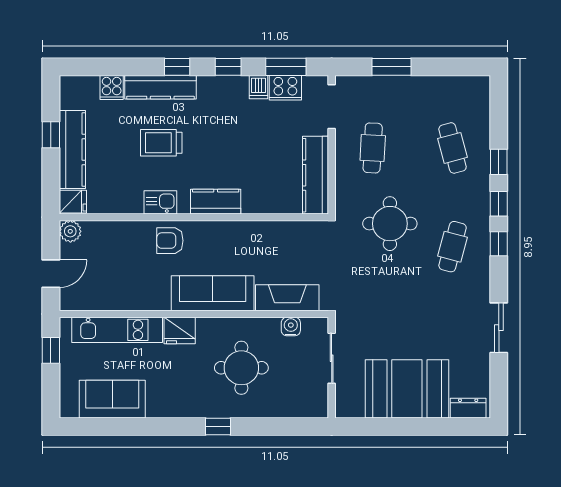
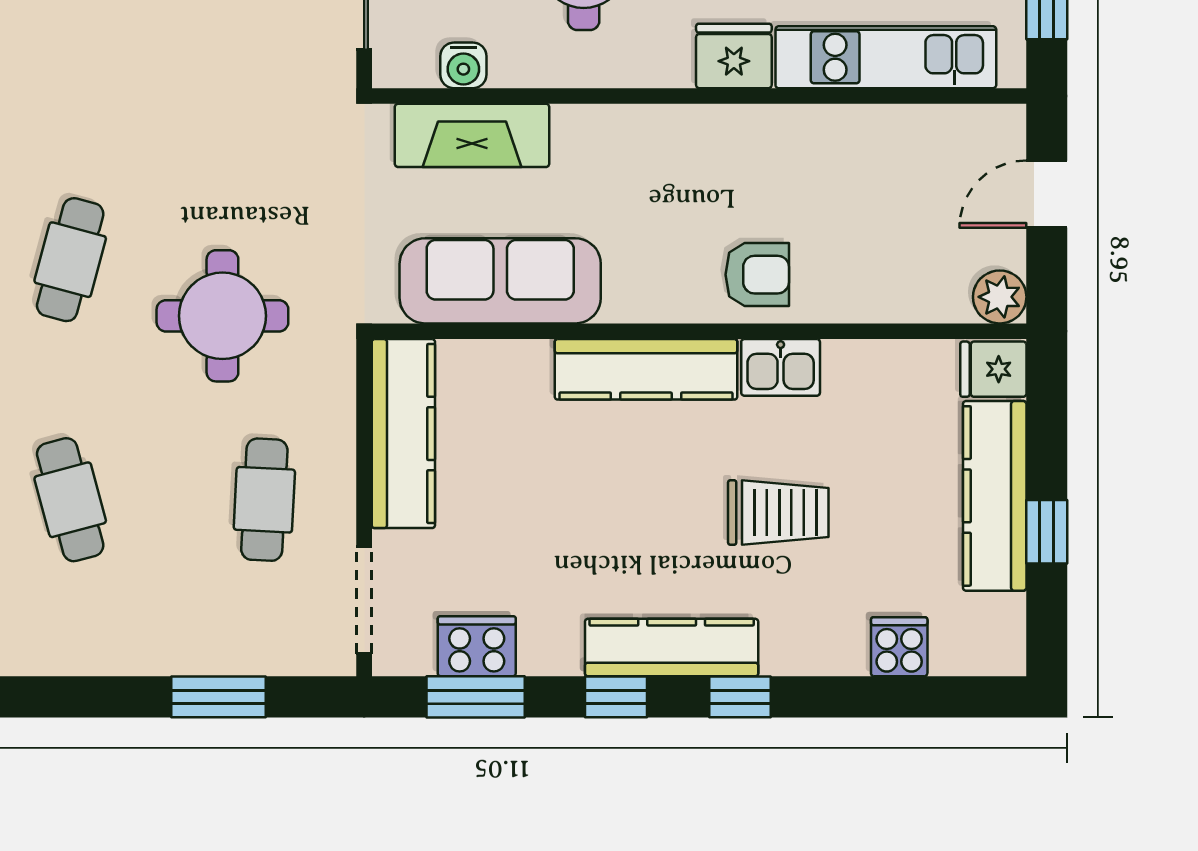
kitchen counter: (160, 87) -> (672, 648), moved
dishwasher: (259, 87) -> (542, 648), removed
kitchen counter: (216, 202) -> (646, 369), width x1.50
sofa: (213, 293) -> (500, 281), moved, turned 180

